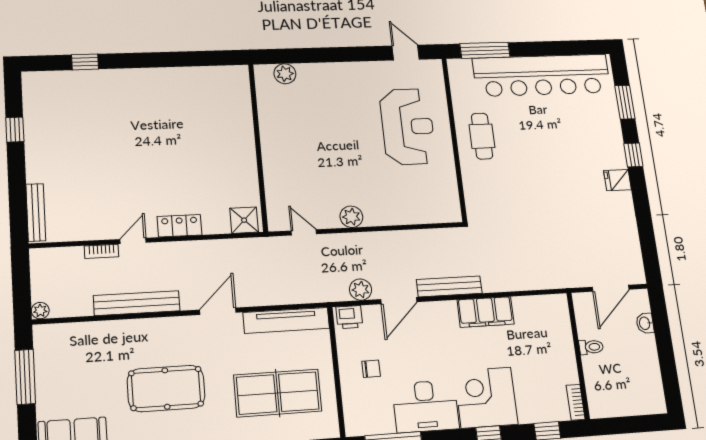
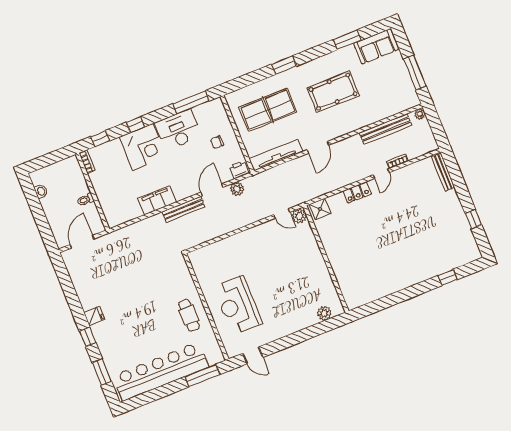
plant: (351, 217) -> (299, 216), moved
bench: (137, 303) -> (385, 129), moved
washbasin: (645, 323) -> (41, 191), moved

